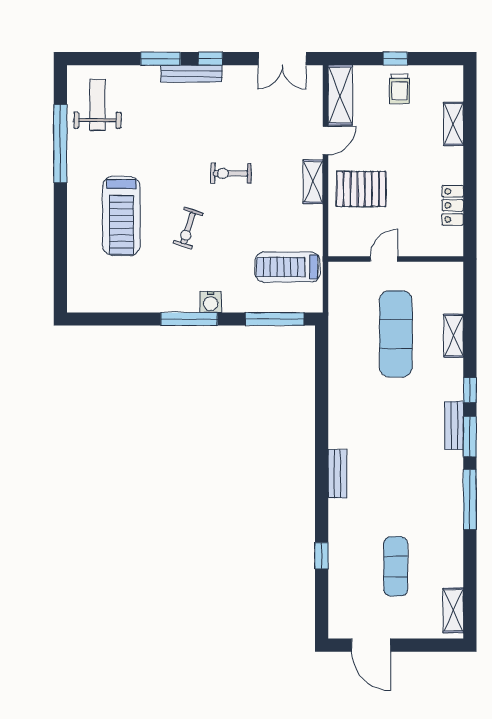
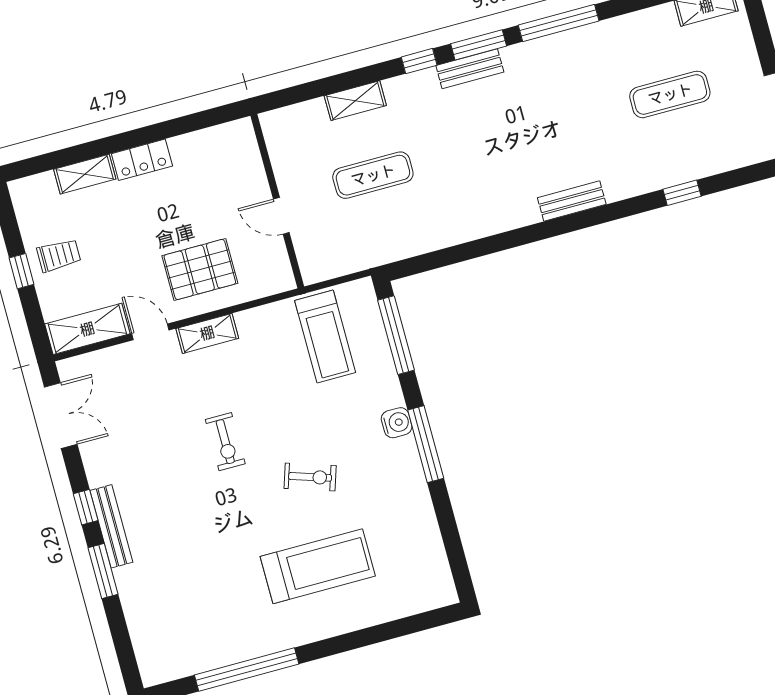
weight bench: (97, 105) -> (184, 636), removed
pallet: (361, 189) -> (200, 269), turned 90
locker: (453, 205) -> (142, 160), moved
exercise mat: (396, 334) -> (373, 175), width x0.73, depth x0.69

